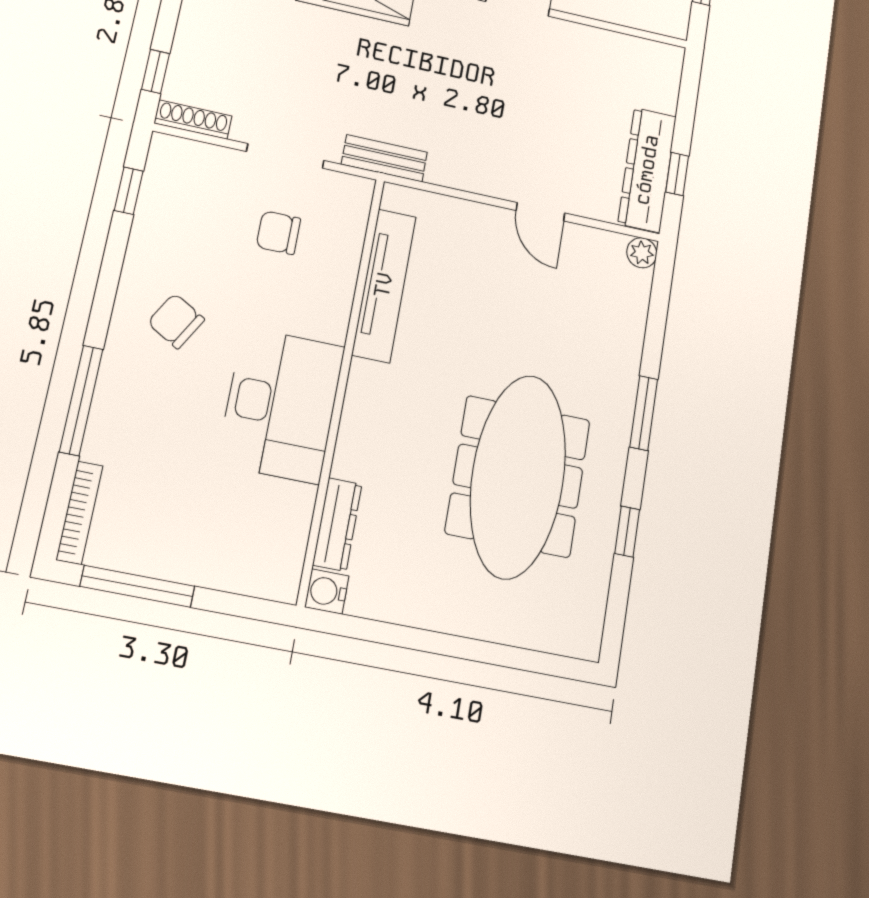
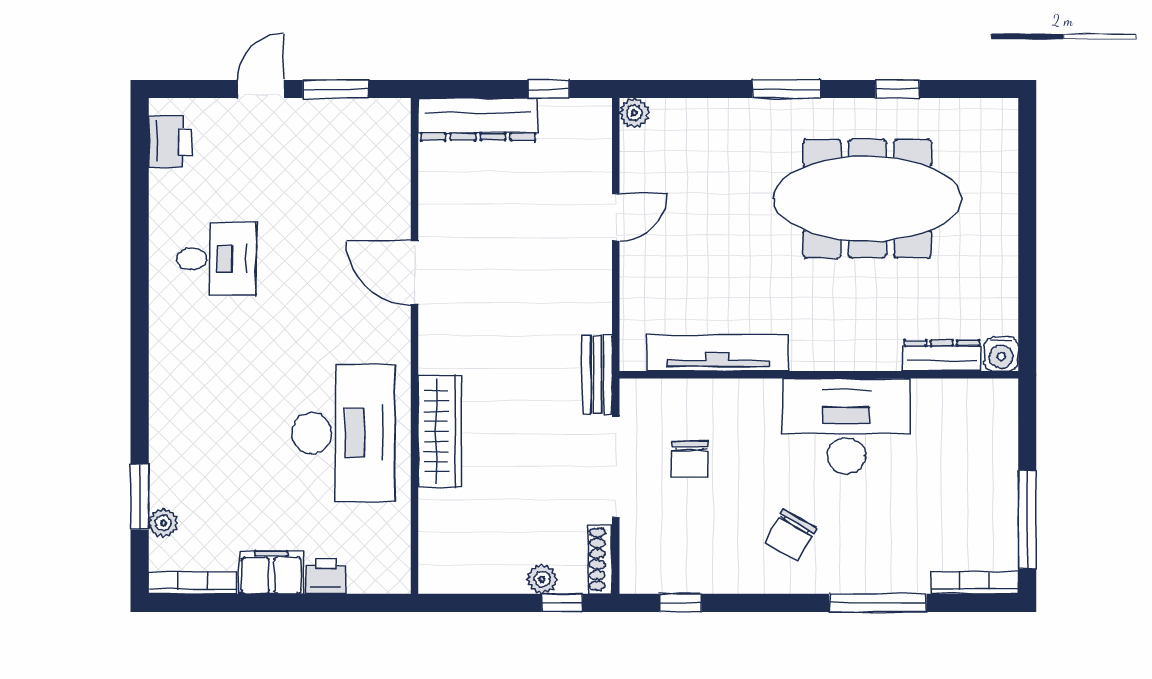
plant: (185, 57) -> (542, 579), added
doorway: (285, 156) -> (616, 467), width x1.36
dresser: (647, 170) -> (478, 119), moved

